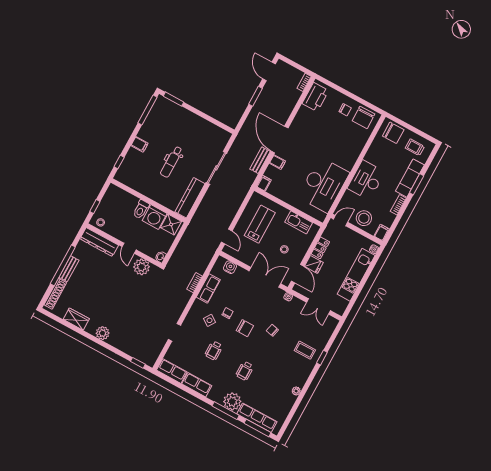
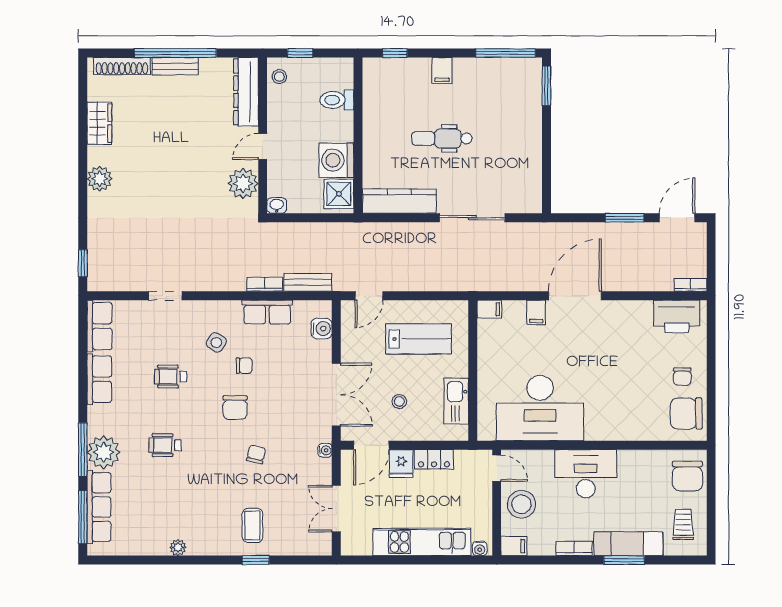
bench: (260, 160) -> (308, 282), moved
toilet: (141, 209) -> (337, 100), moved

